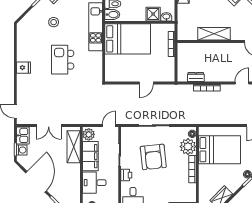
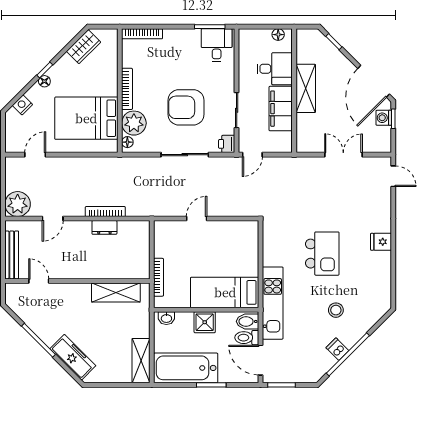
shower: (153, 14) -> (205, 322), moved
shelving: (214, 34) -> (116, 293), moved
bed: (128, 39) -> (225, 292), width x0.67
dresser: (196, 77) -> (104, 227), moved
plant: (89, 134) -> (283, 141), removed
kitchen sink: (23, 135) -> (382, 140), removed
shelving: (74, 147) -> (306, 88), moved
armchair: (153, 157) -> (186, 107), turned -84
printer: (126, 175) -> (227, 144), moved
door: (36, 182) -> (374, 81), moved

